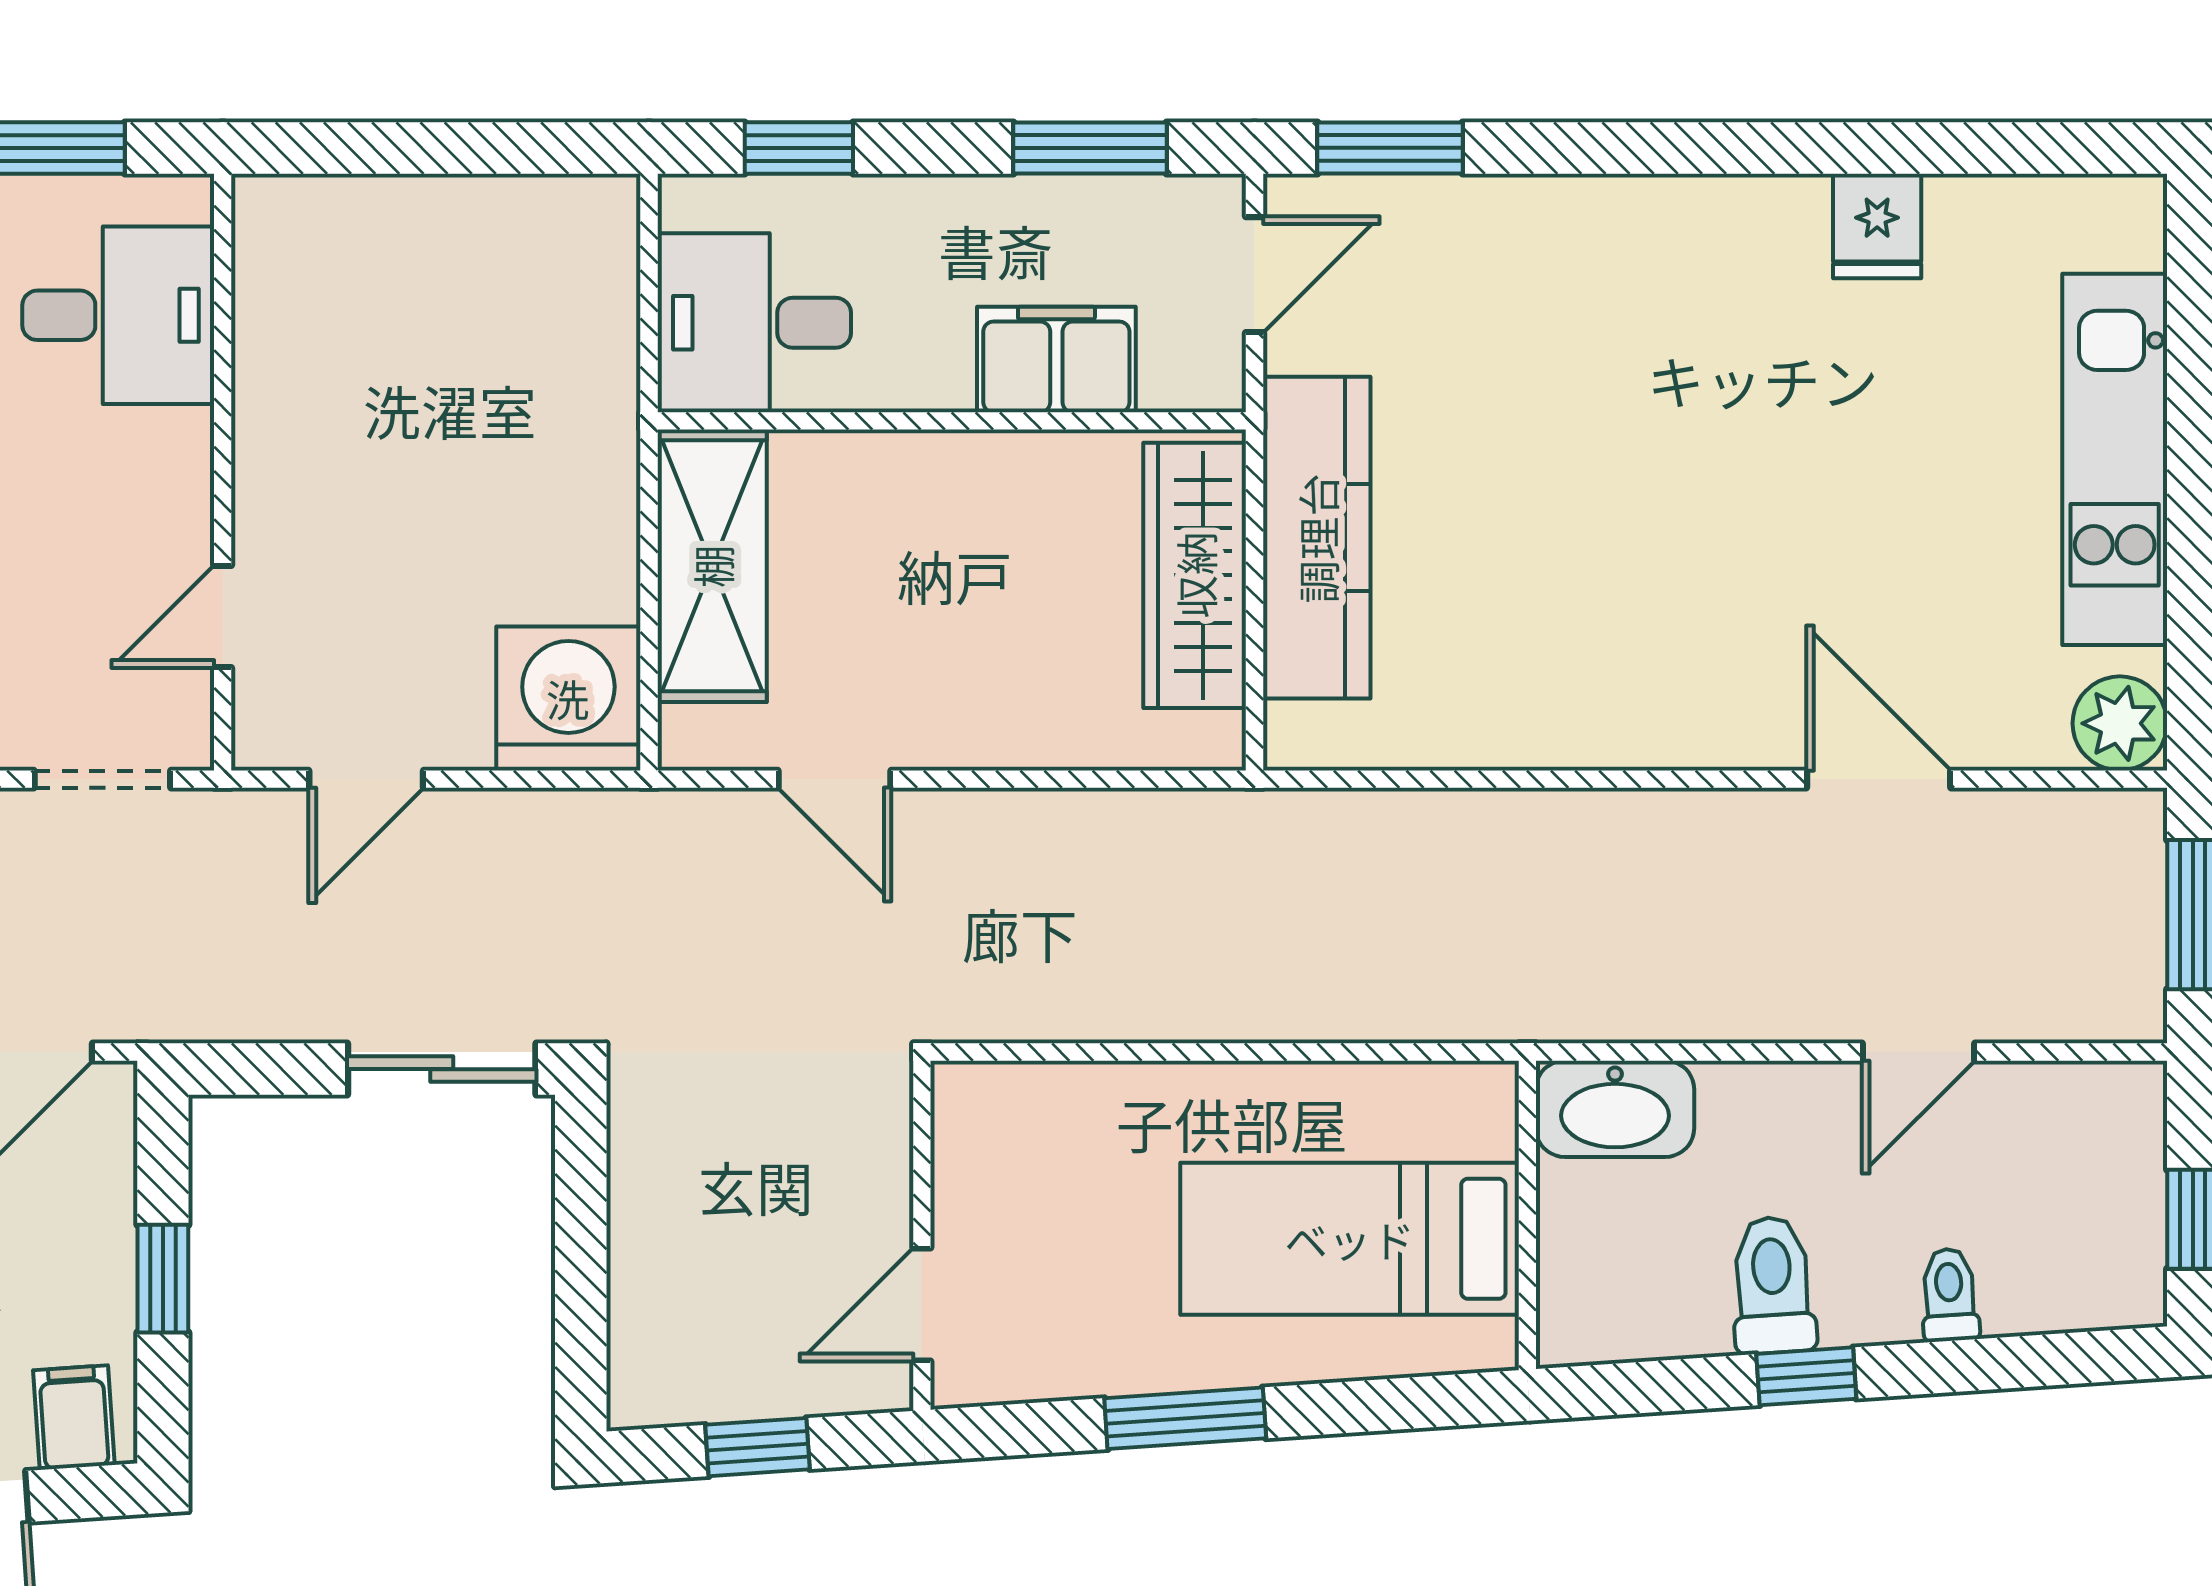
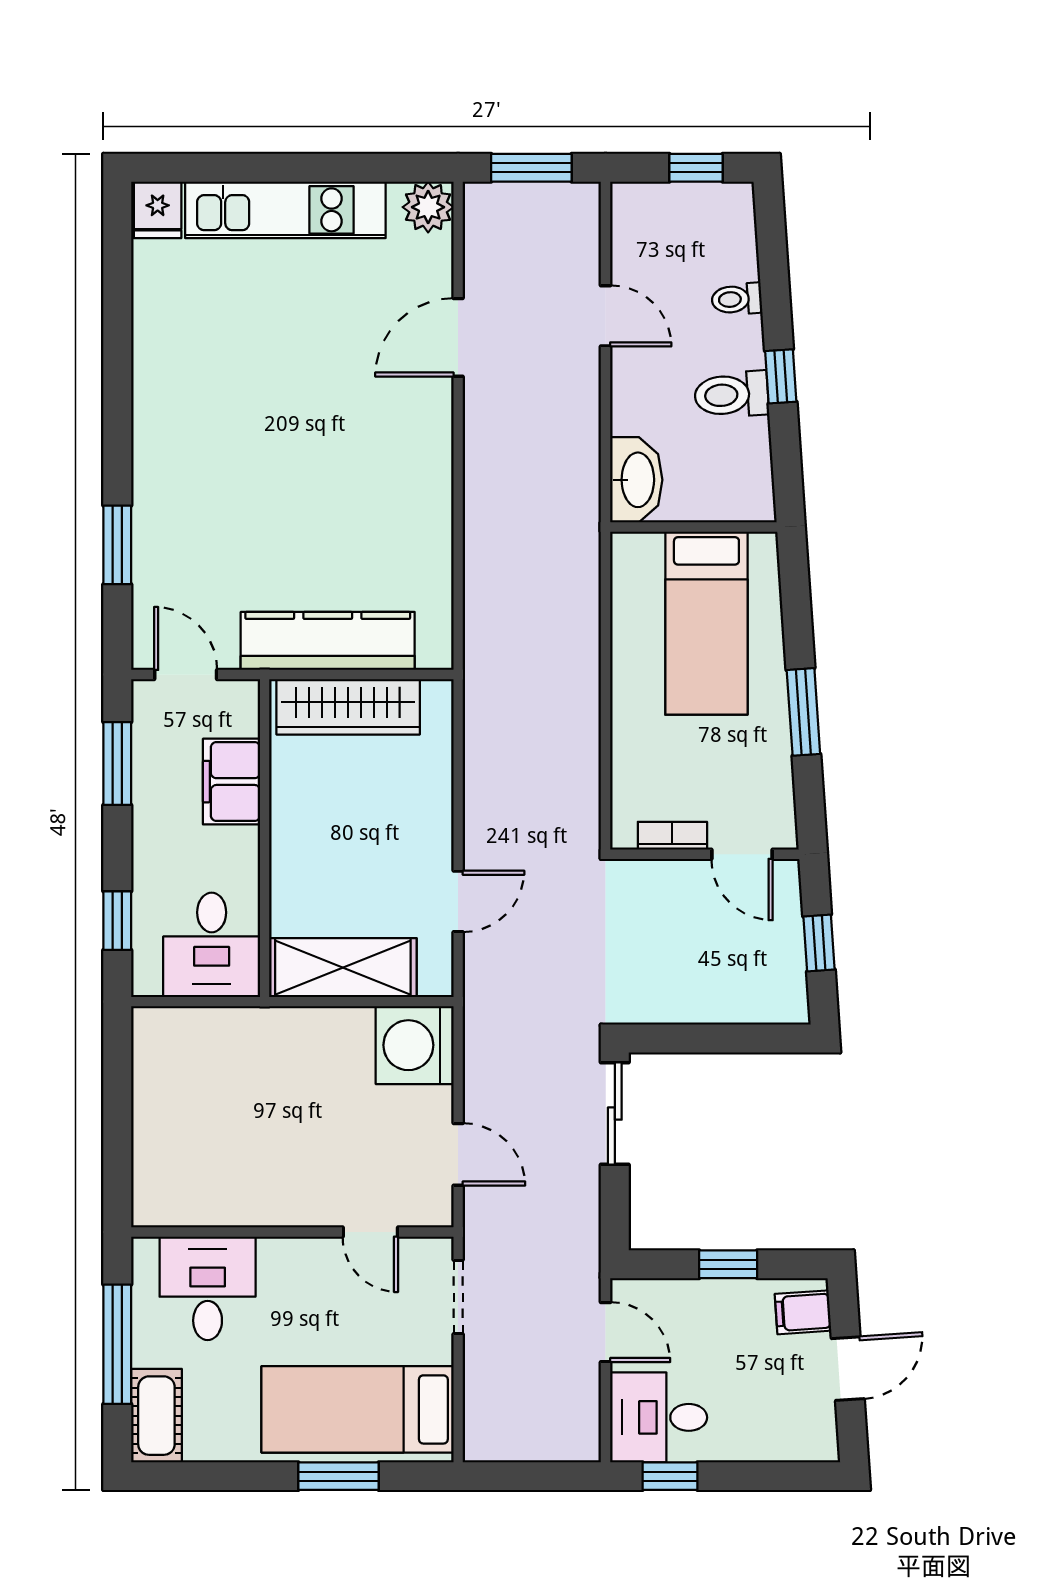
window: (1390, 148) -> (117, 545), moved
fridge: (1877, 226) -> (158, 210), moved, turned 90
bookcase: (956, 1176) -> (672, 836), added

